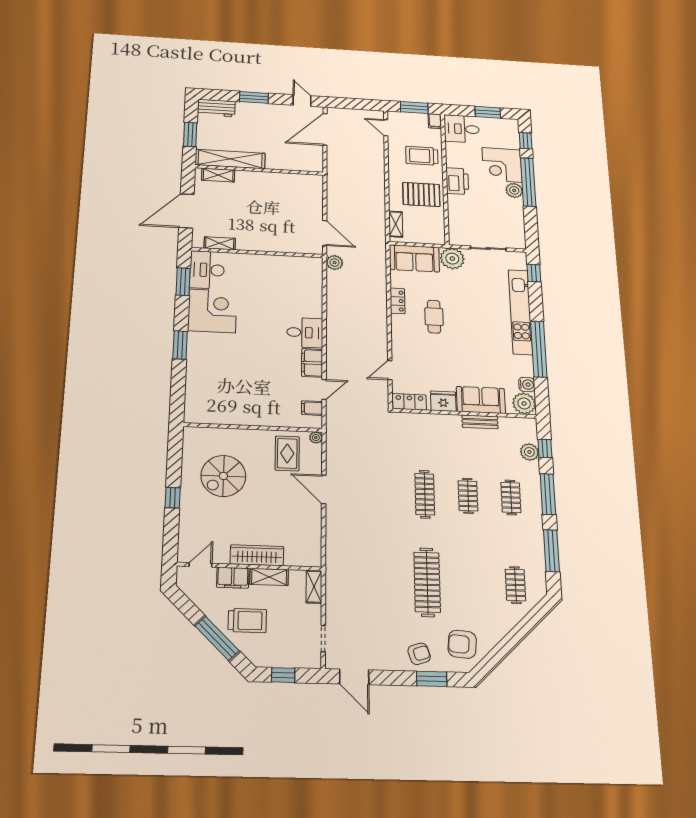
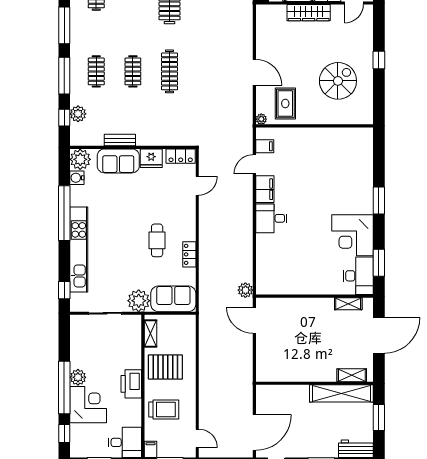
shelving: (396, 224) -> (150, 334), moved

